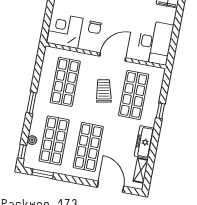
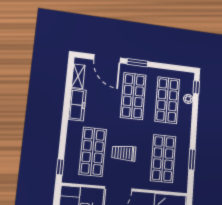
trolley: (104, 91) -> (124, 153), turned 102
window: (31, 103) -> (192, 160), moved
window: (160, 111) -> (60, 167), moved
window: (43, 174) -> (137, 63), moved

